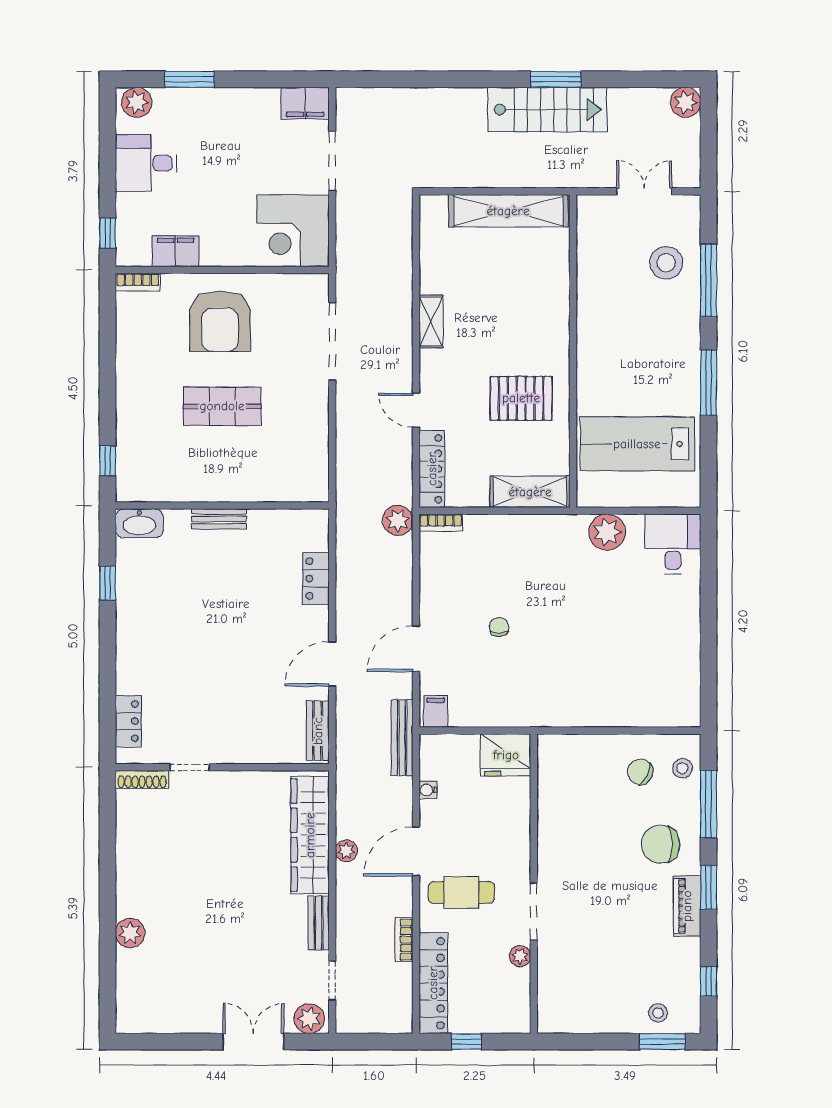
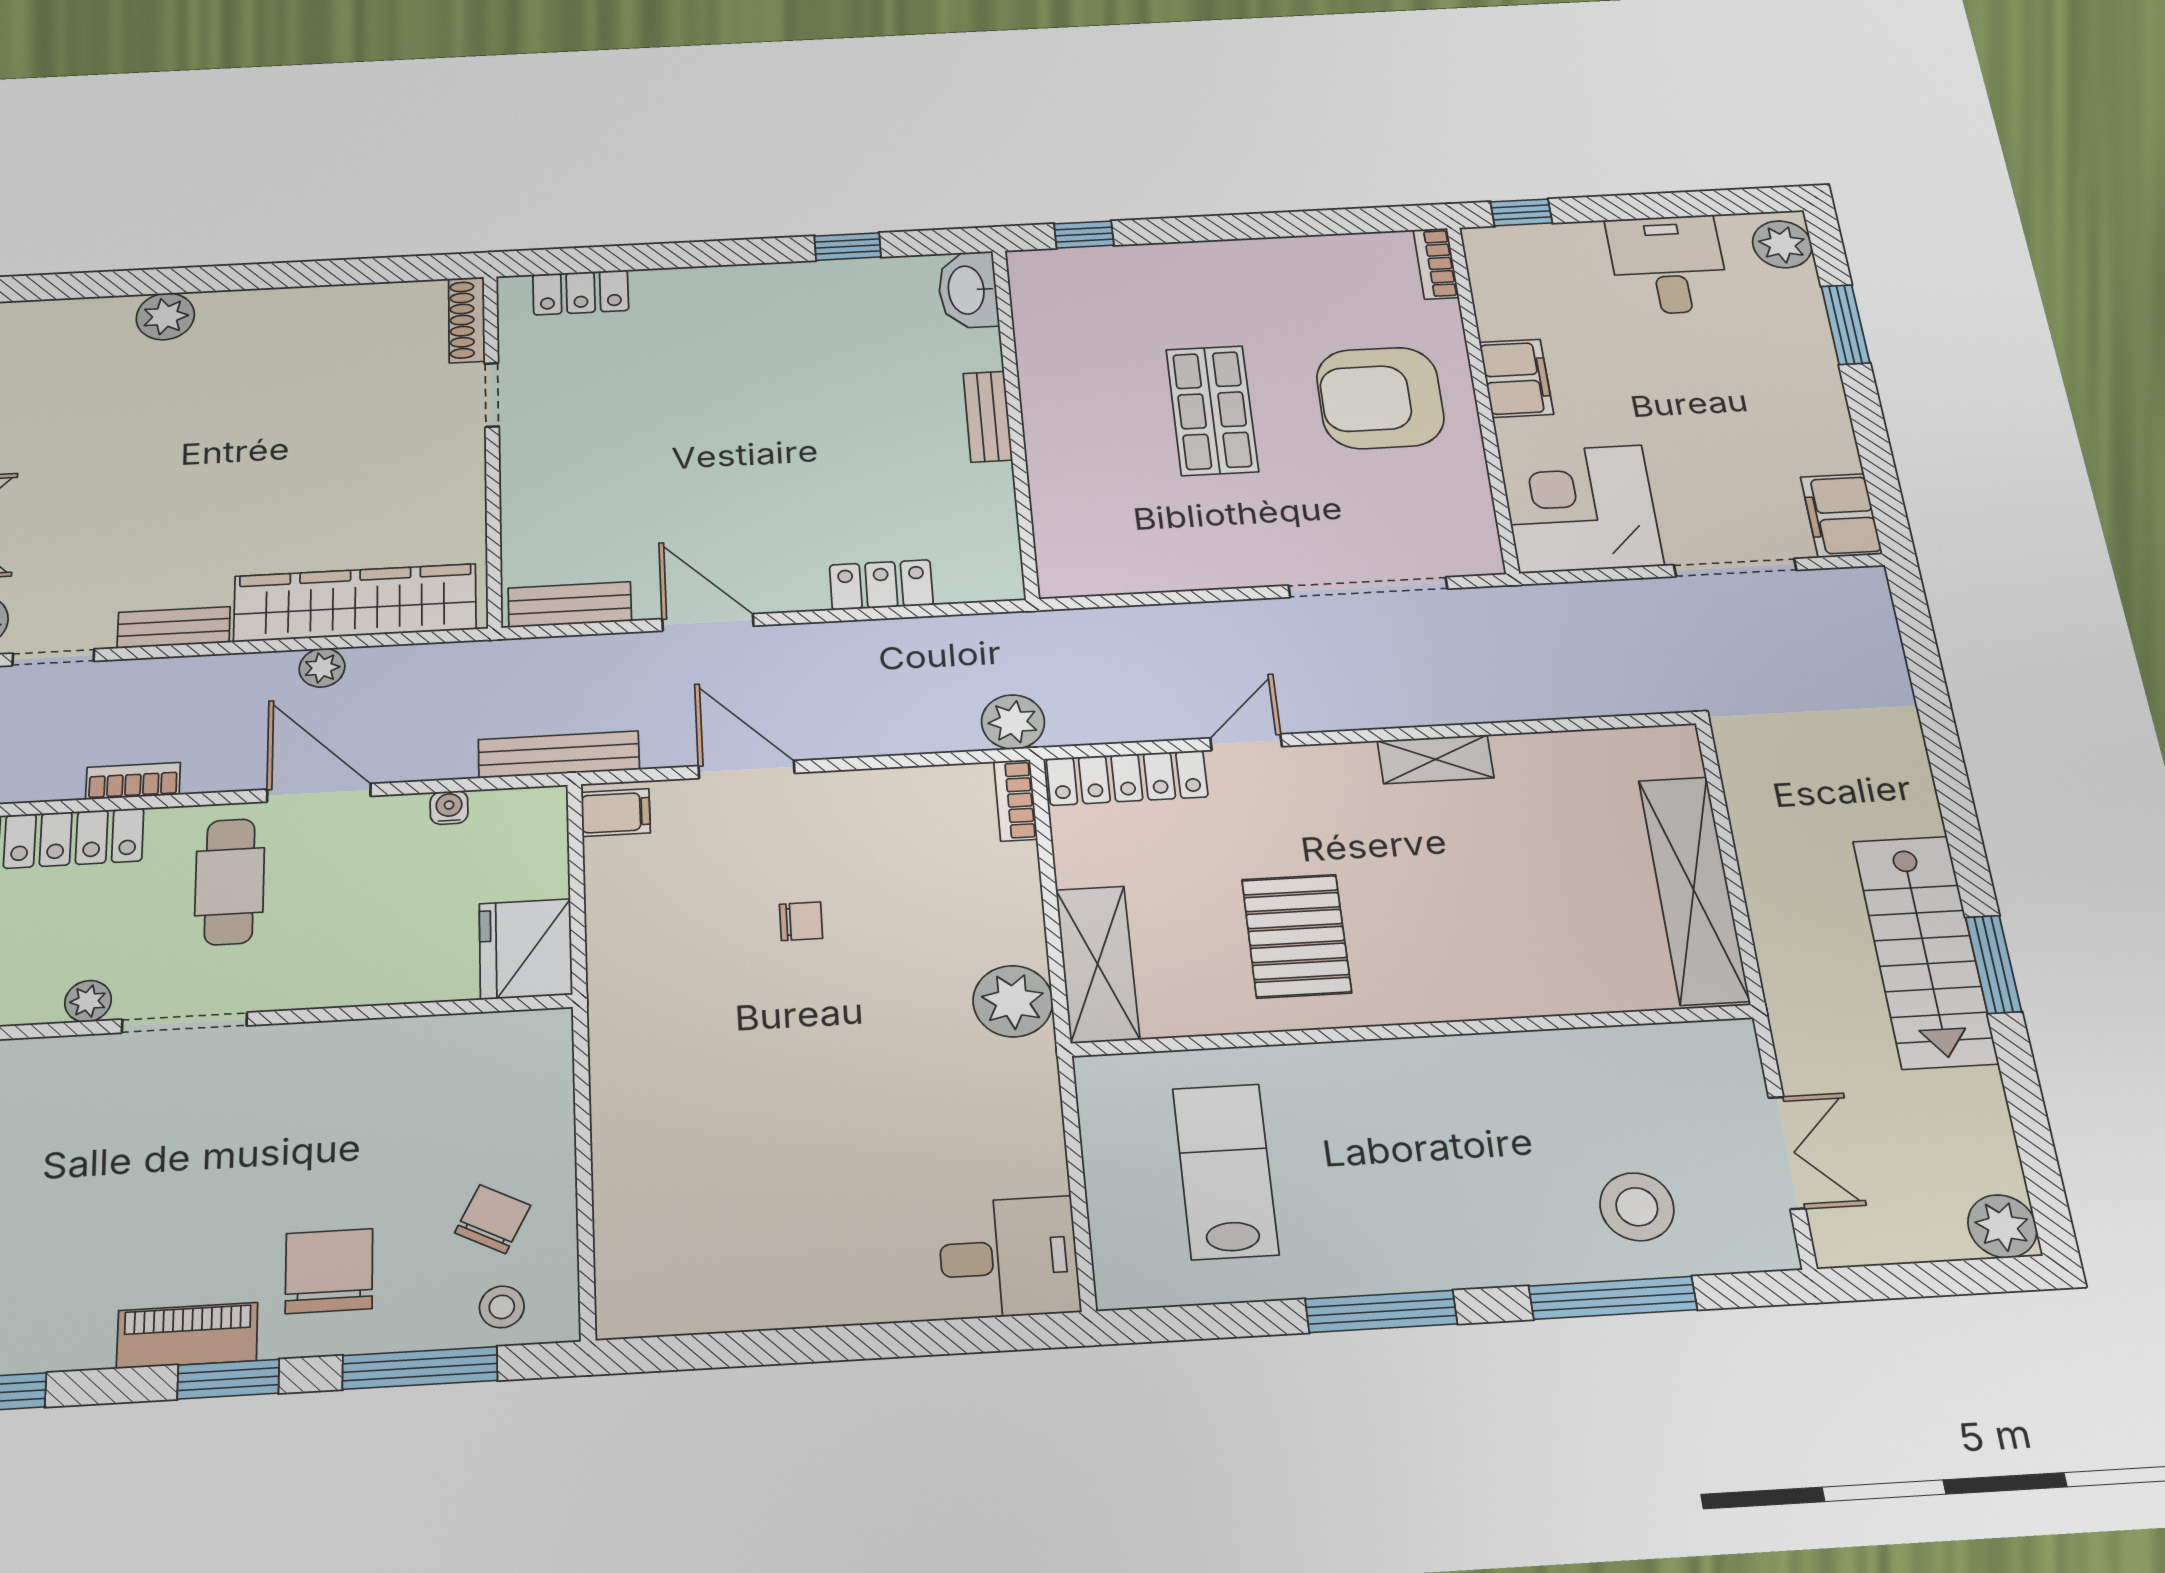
filing cabinet: (176, 251) -> (1516, 378), moved
lab bench: (637, 444) -> (1225, 1171), width x0.73, depth x0.72
plant: (607, 532) -> (1013, 1001), moved

